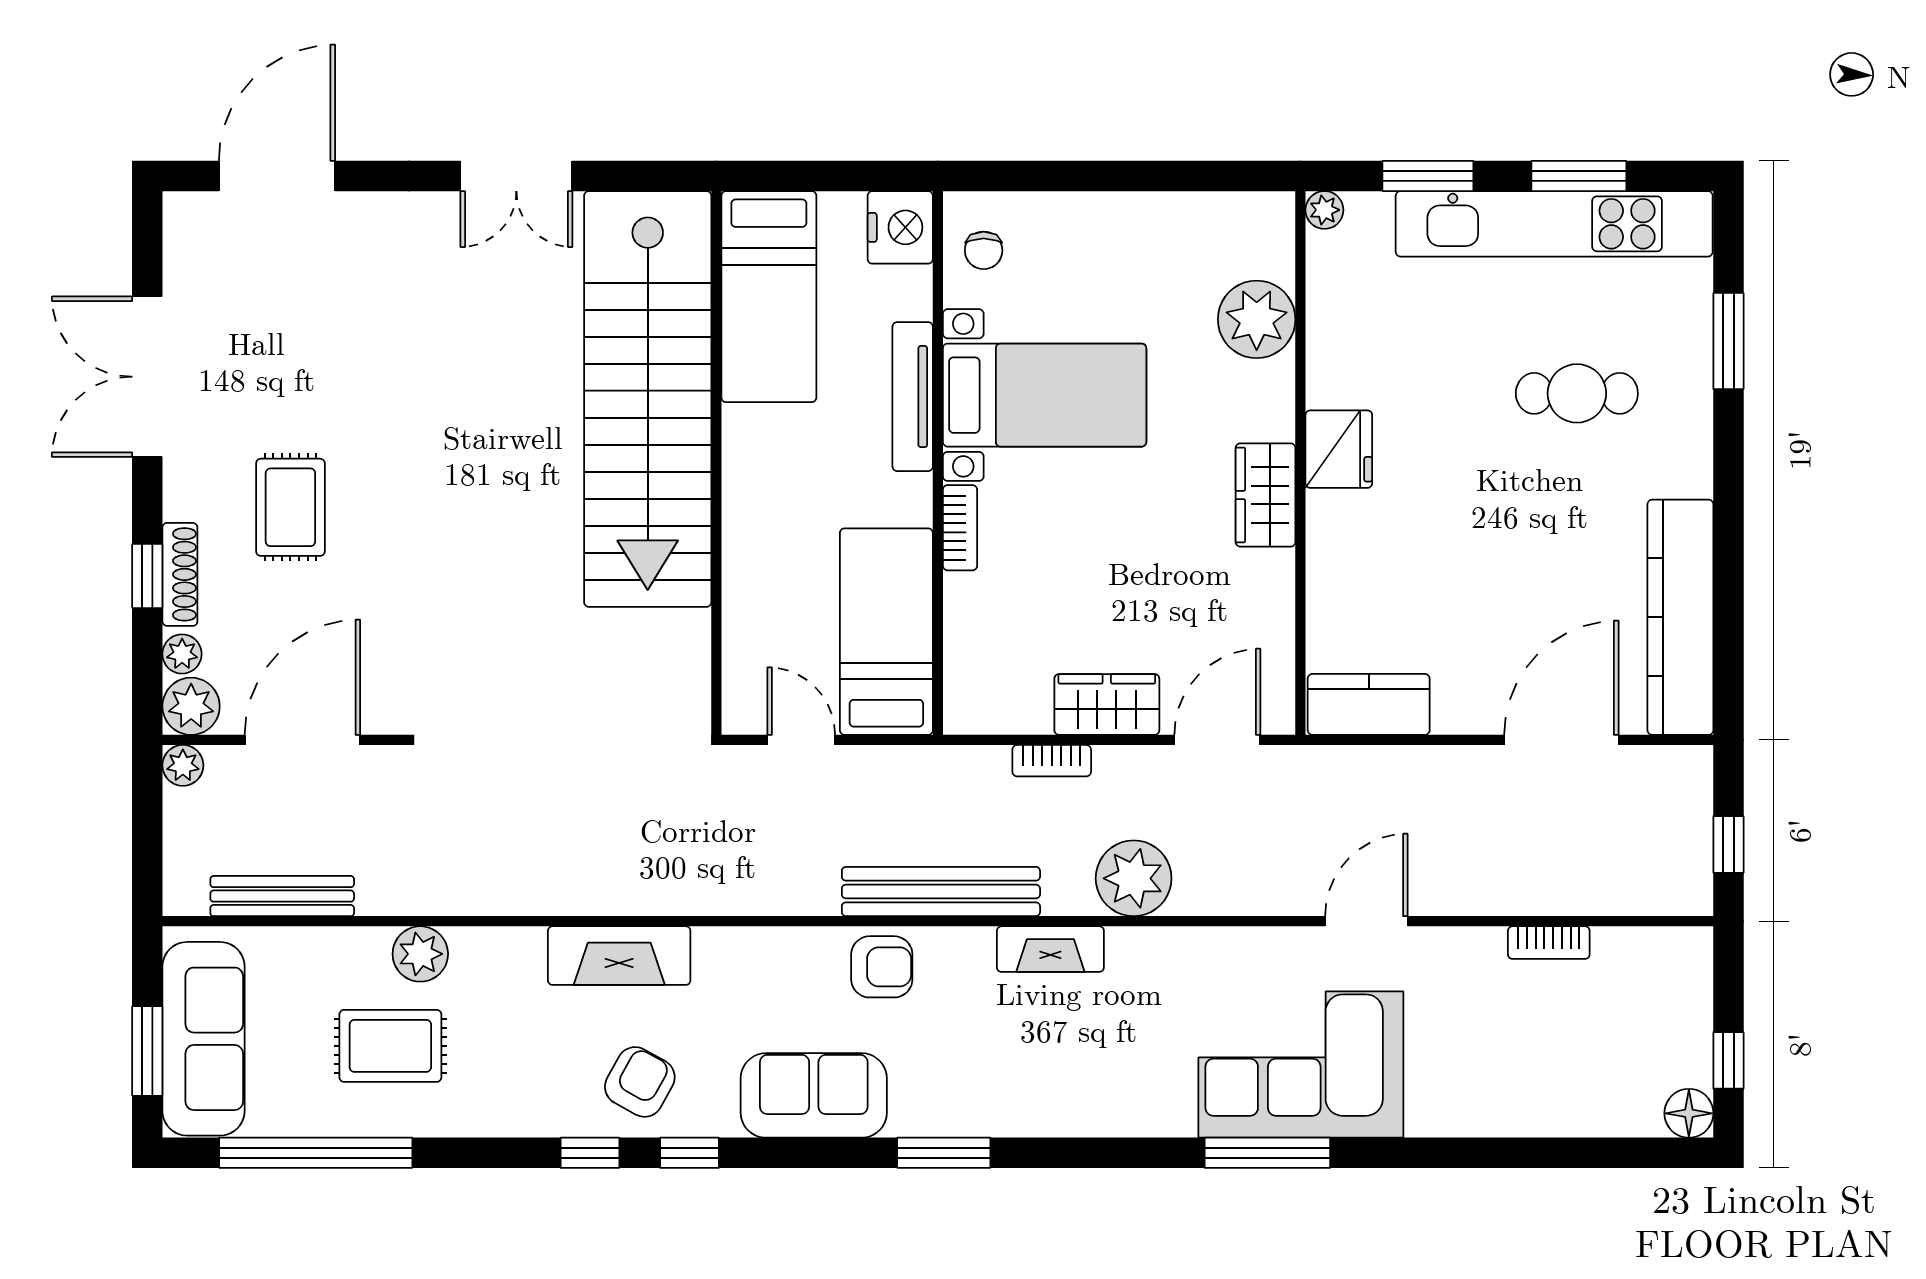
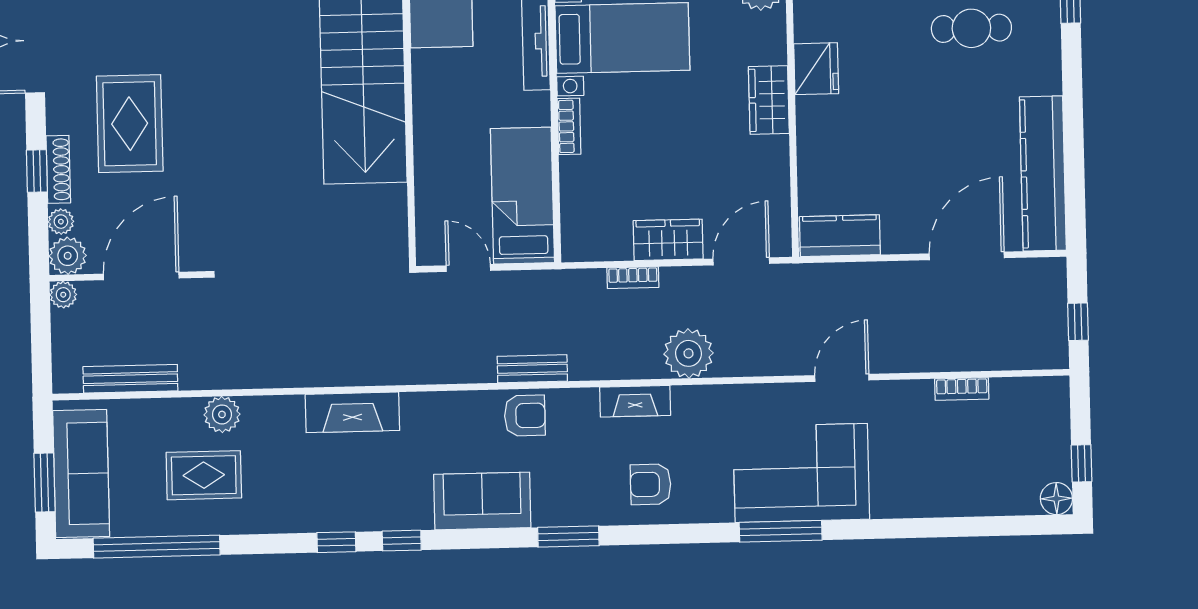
rug: (290, 507) -> (130, 124), width x1.36, depth x1.43
bench: (941, 892) -> (532, 369), width x0.54, depth x0.82
armchair: (640, 1082) -> (651, 484), moved, turned -119

